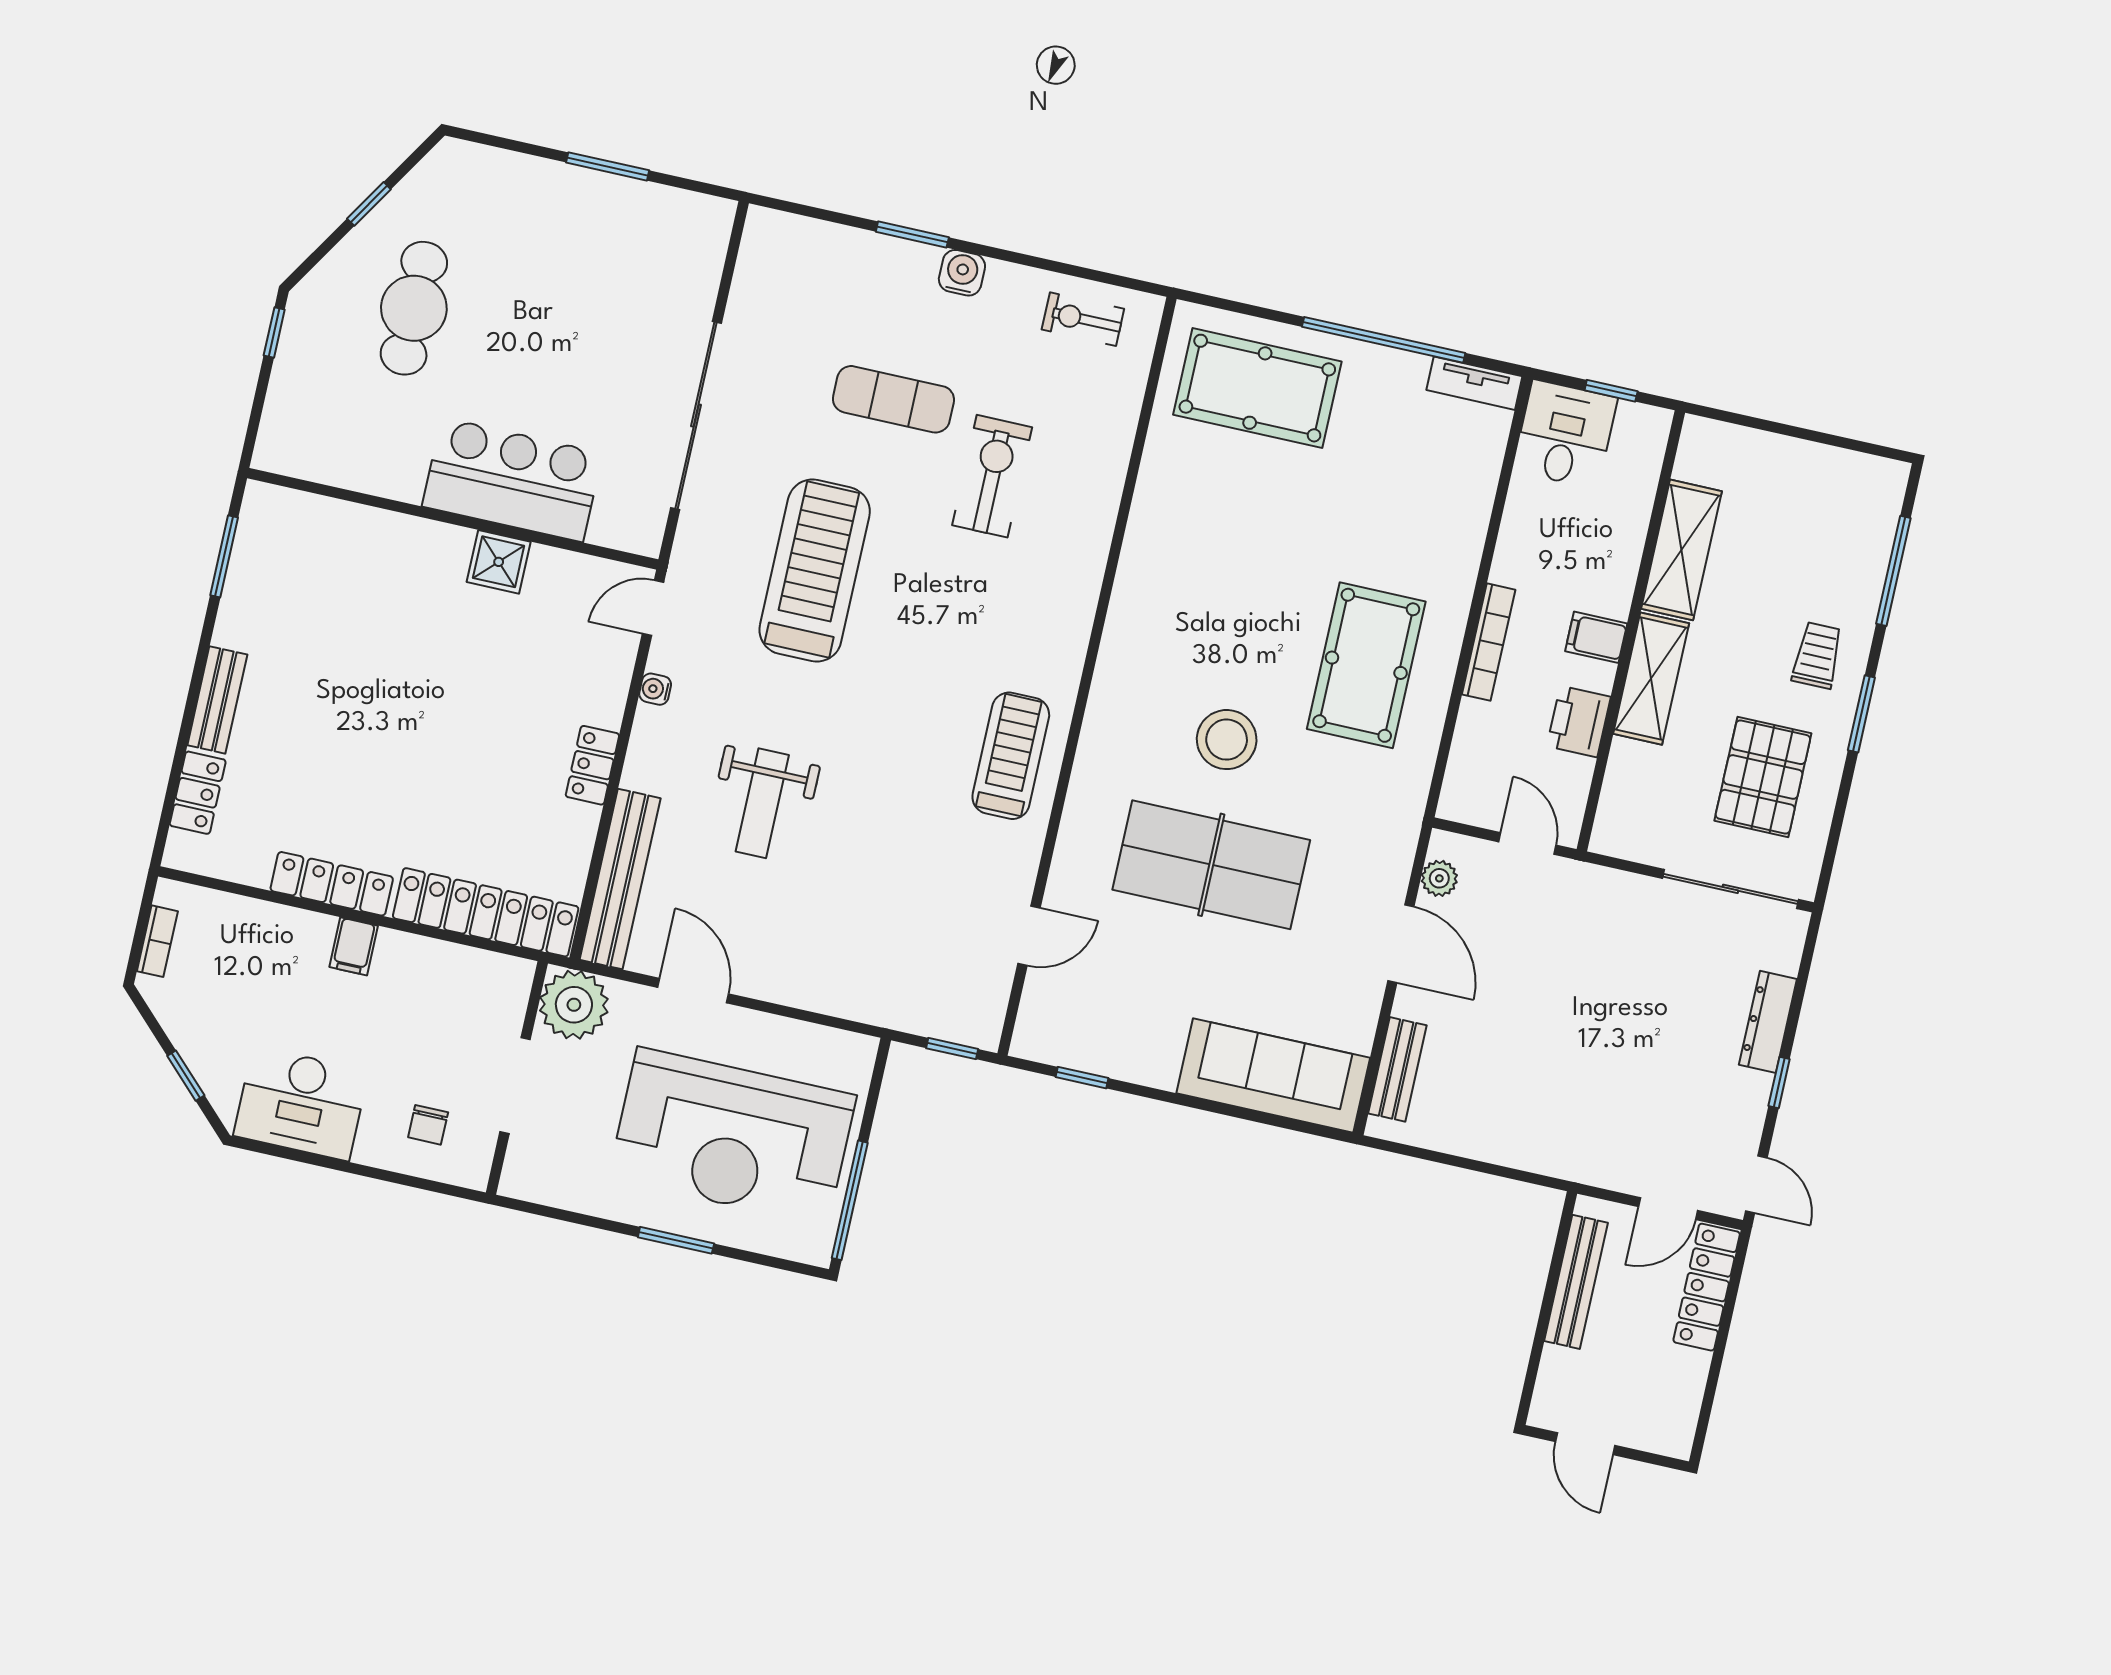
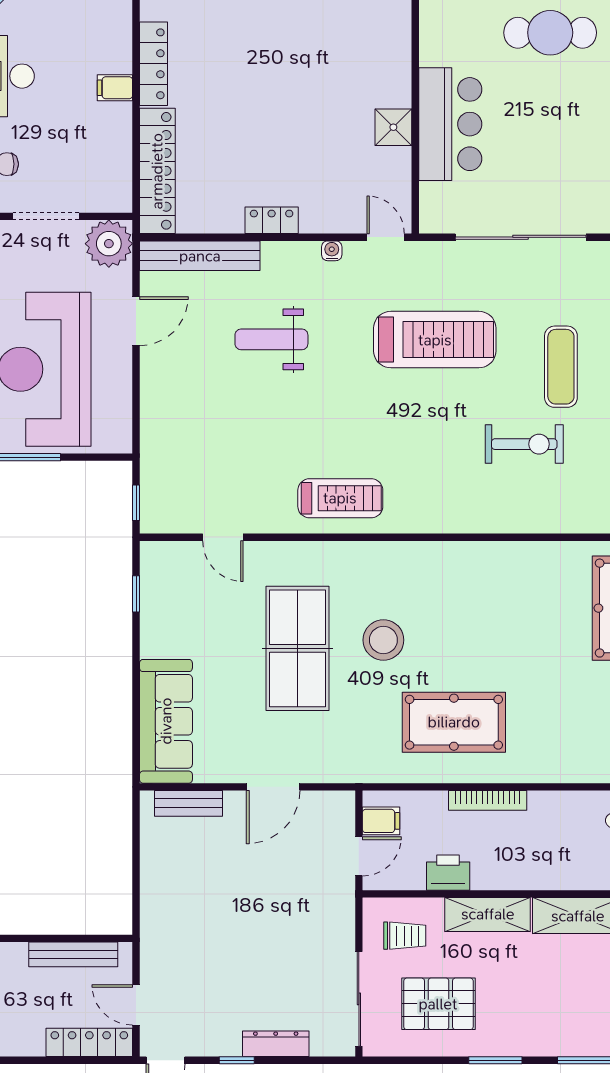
filing cabinet: (1596, 637) -> (381, 821), moved, turned 90
trolley: (1817, 655) -> (405, 936), moved
plant: (1439, 878) -> (322, 803), removed

